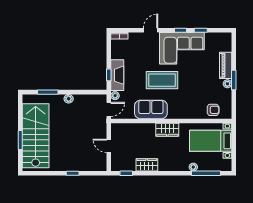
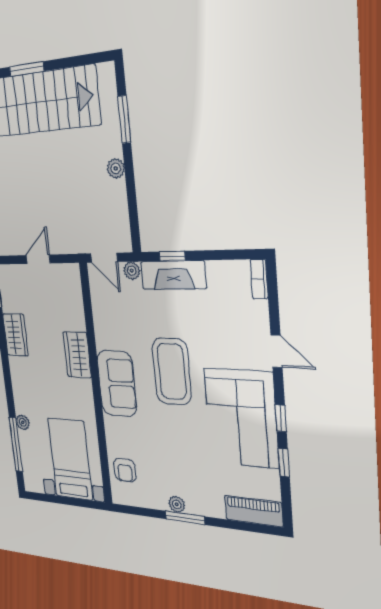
piano: (226, 65) -> (254, 511), moved
sofa: (151, 109) -> (117, 383), moved
wardrobe: (167, 130) -> (77, 355), moved

